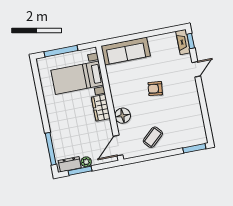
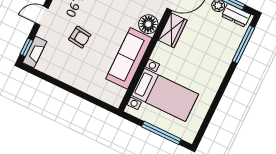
sofa: (126, 51) -> (129, 58), moved, turned -90
armchair: (155, 89) -> (80, 37), moved
wardrobe: (101, 108) -> (173, 30), moved

